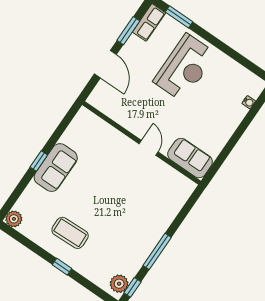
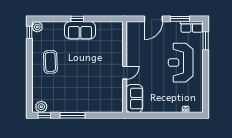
reception desk: (185, 68) -> (181, 63), turned 90
window: (62, 267) -> (29, 32), moved

